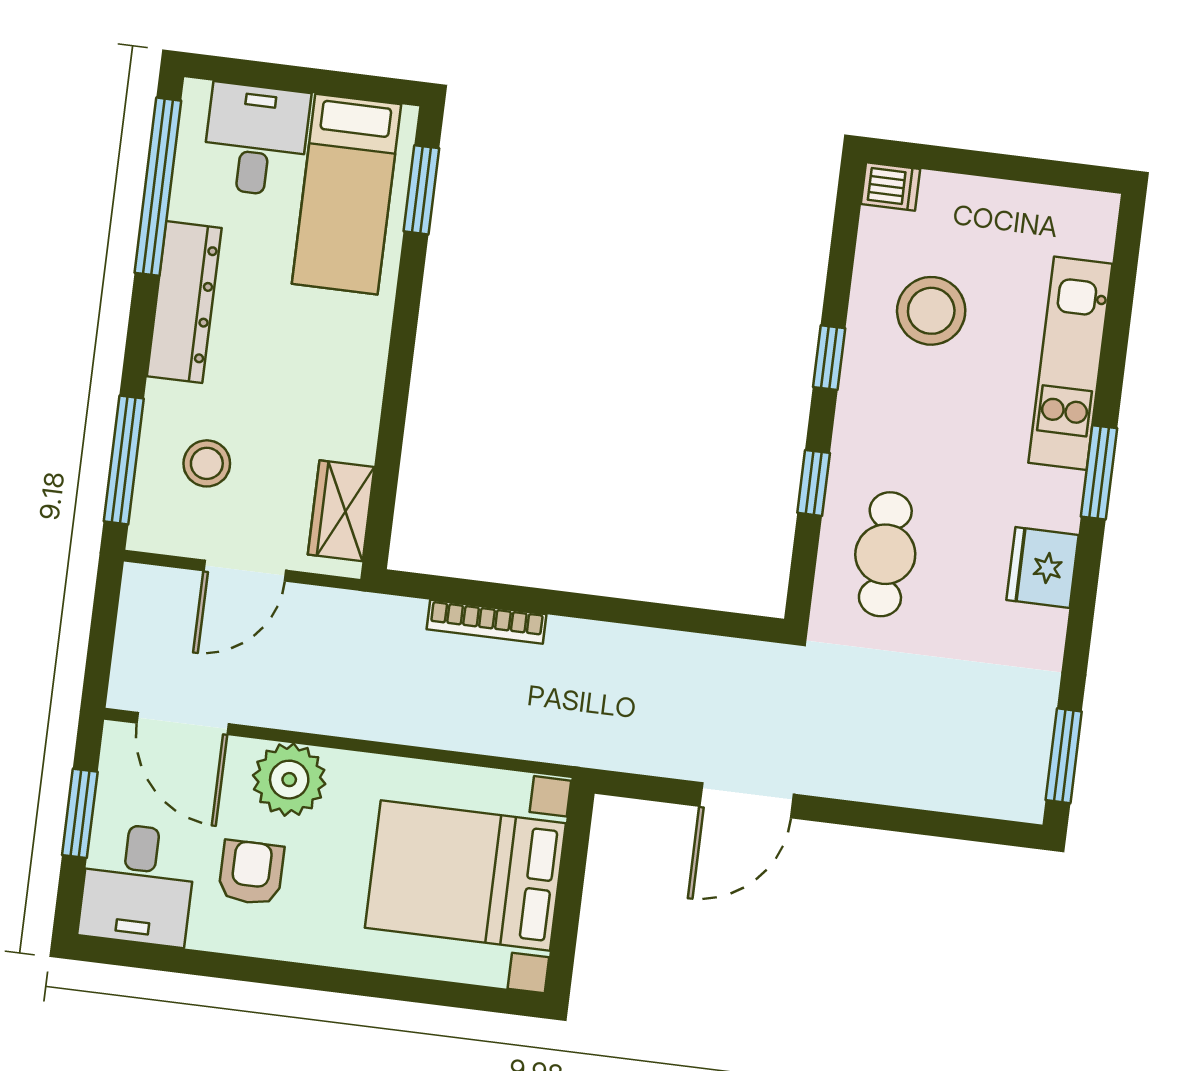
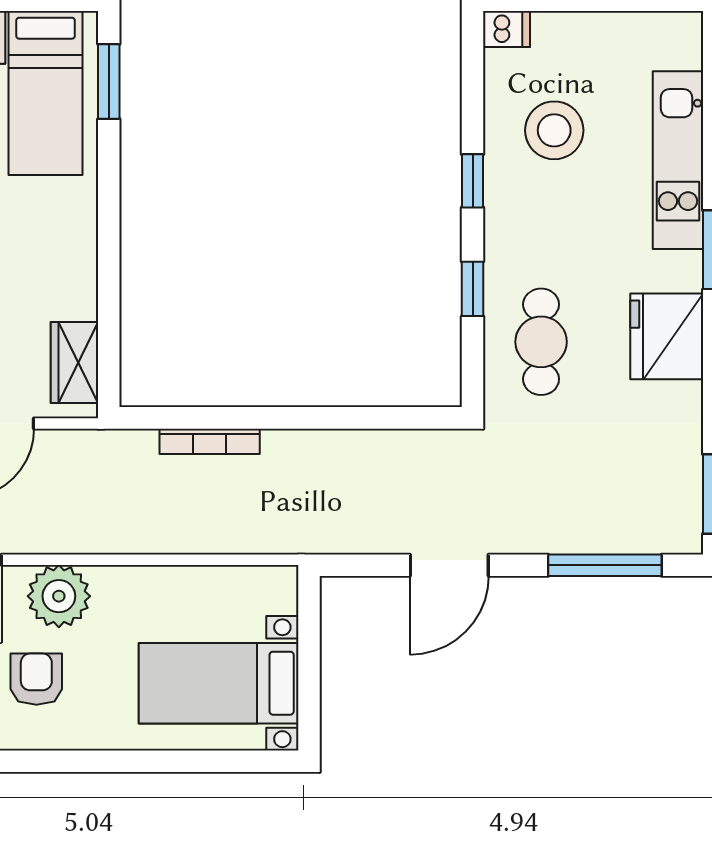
fridge: (1043, 567) -> (667, 336), width x1.36, depth x1.34
window: (927, 823) -> (605, 565), added
bed with nightstands: (465, 875) -> (219, 683), width x0.73

